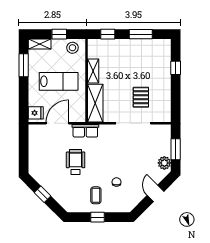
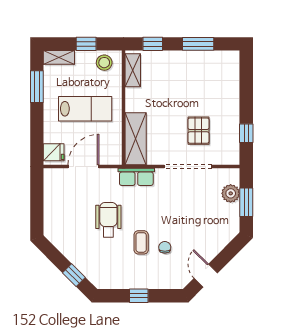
window: (176, 68) -> (246, 133), moved
shelving: (93, 71) -> (133, 70), moved
row of seats: (85, 131) -> (136, 177), moved
plant: (164, 163) -> (231, 193), moved
door: (155, 193) -> (206, 276), moved
window: (42, 194) -> (74, 275), moved
coffee table: (96, 195) -> (141, 242), moved

